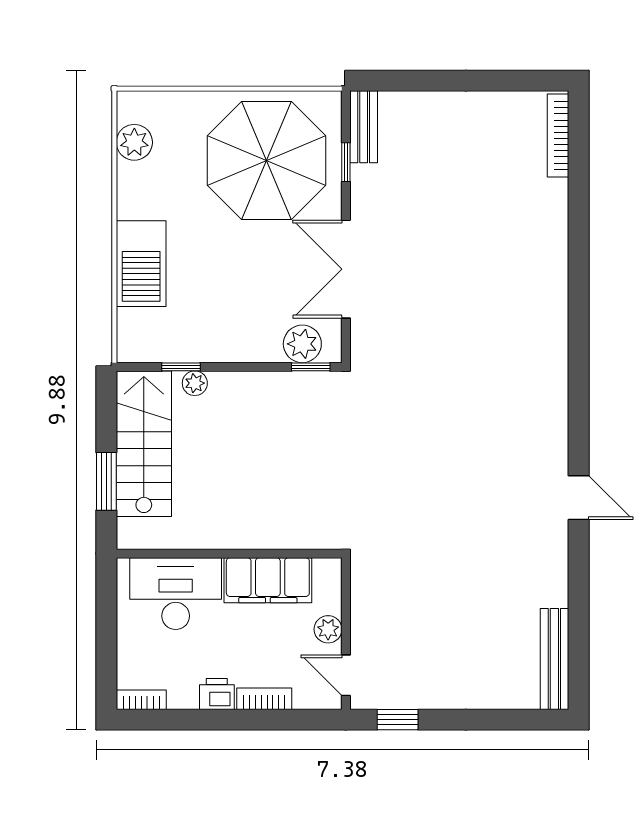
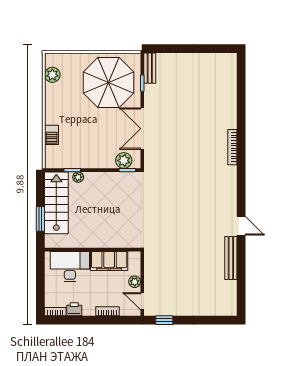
bookcase: (558, 135) -> (232, 147), moved
barbecue: (141, 264) -> (52, 135), width x0.53, depth x0.65
bench: (554, 659) -> (231, 258), moved
printer: (217, 694) -> (74, 309), moved

